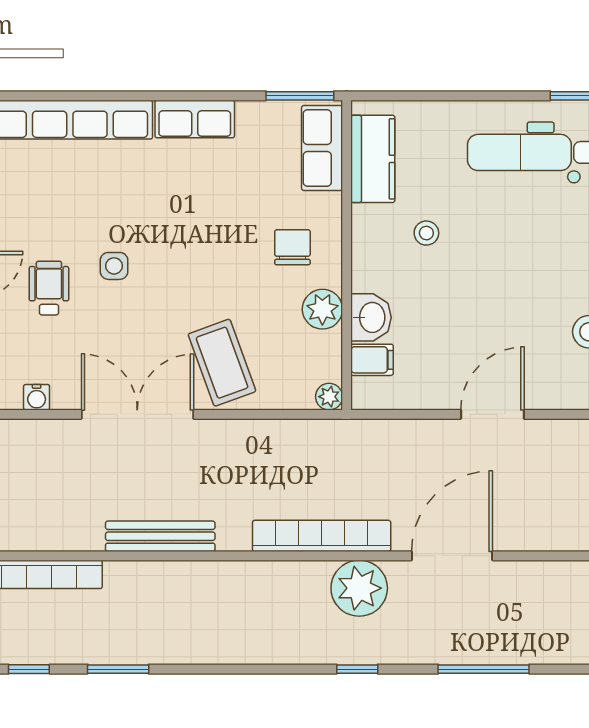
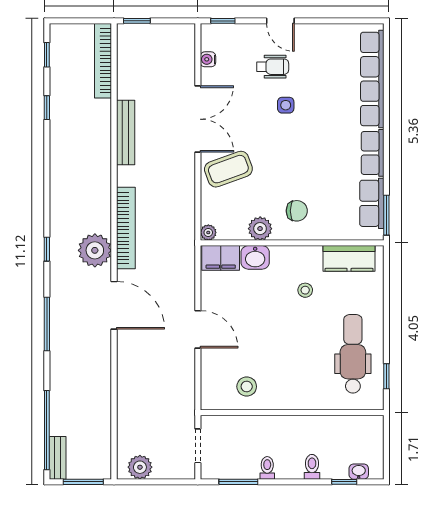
row of seats: (322, 148) -> (372, 203), moved, turned -90
filing cabinet: (372, 360) -> (221, 258), width x2.00
window: (118, 669) -> (47, 108), width x0.67

